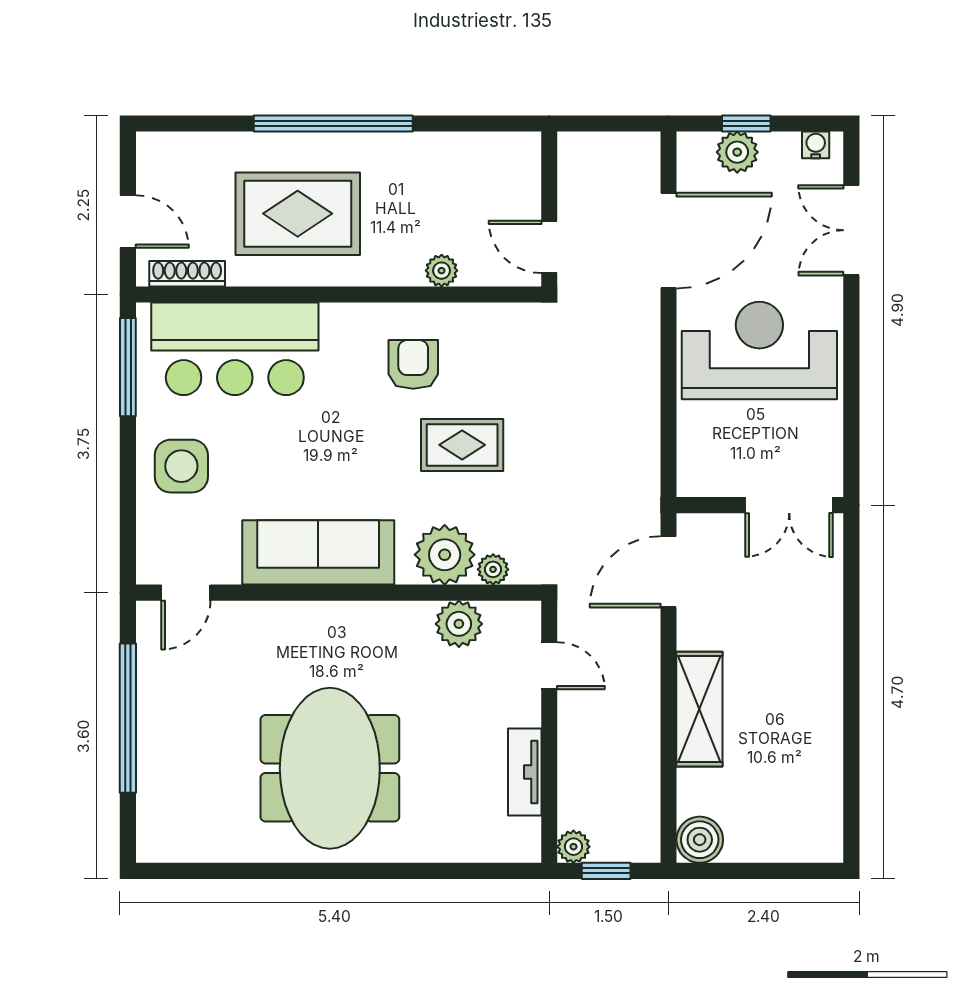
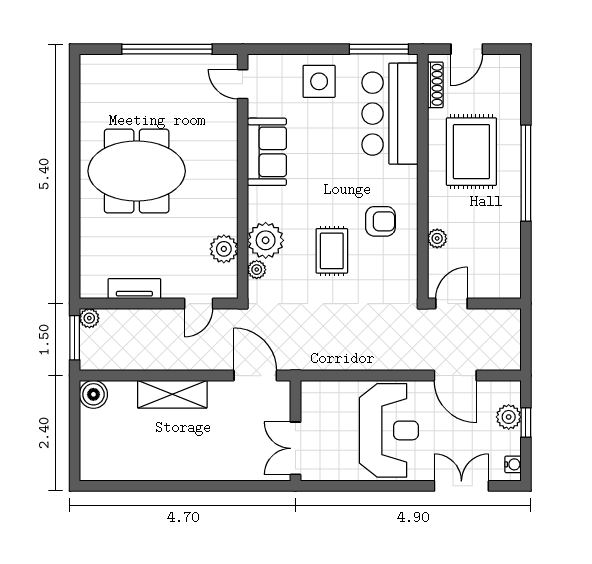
door: (669, 241) -> (455, 376), width x0.73
sofa: (318, 552) -> (267, 152), width x0.73
window: (606, 871) -> (75, 338), width x1.50

